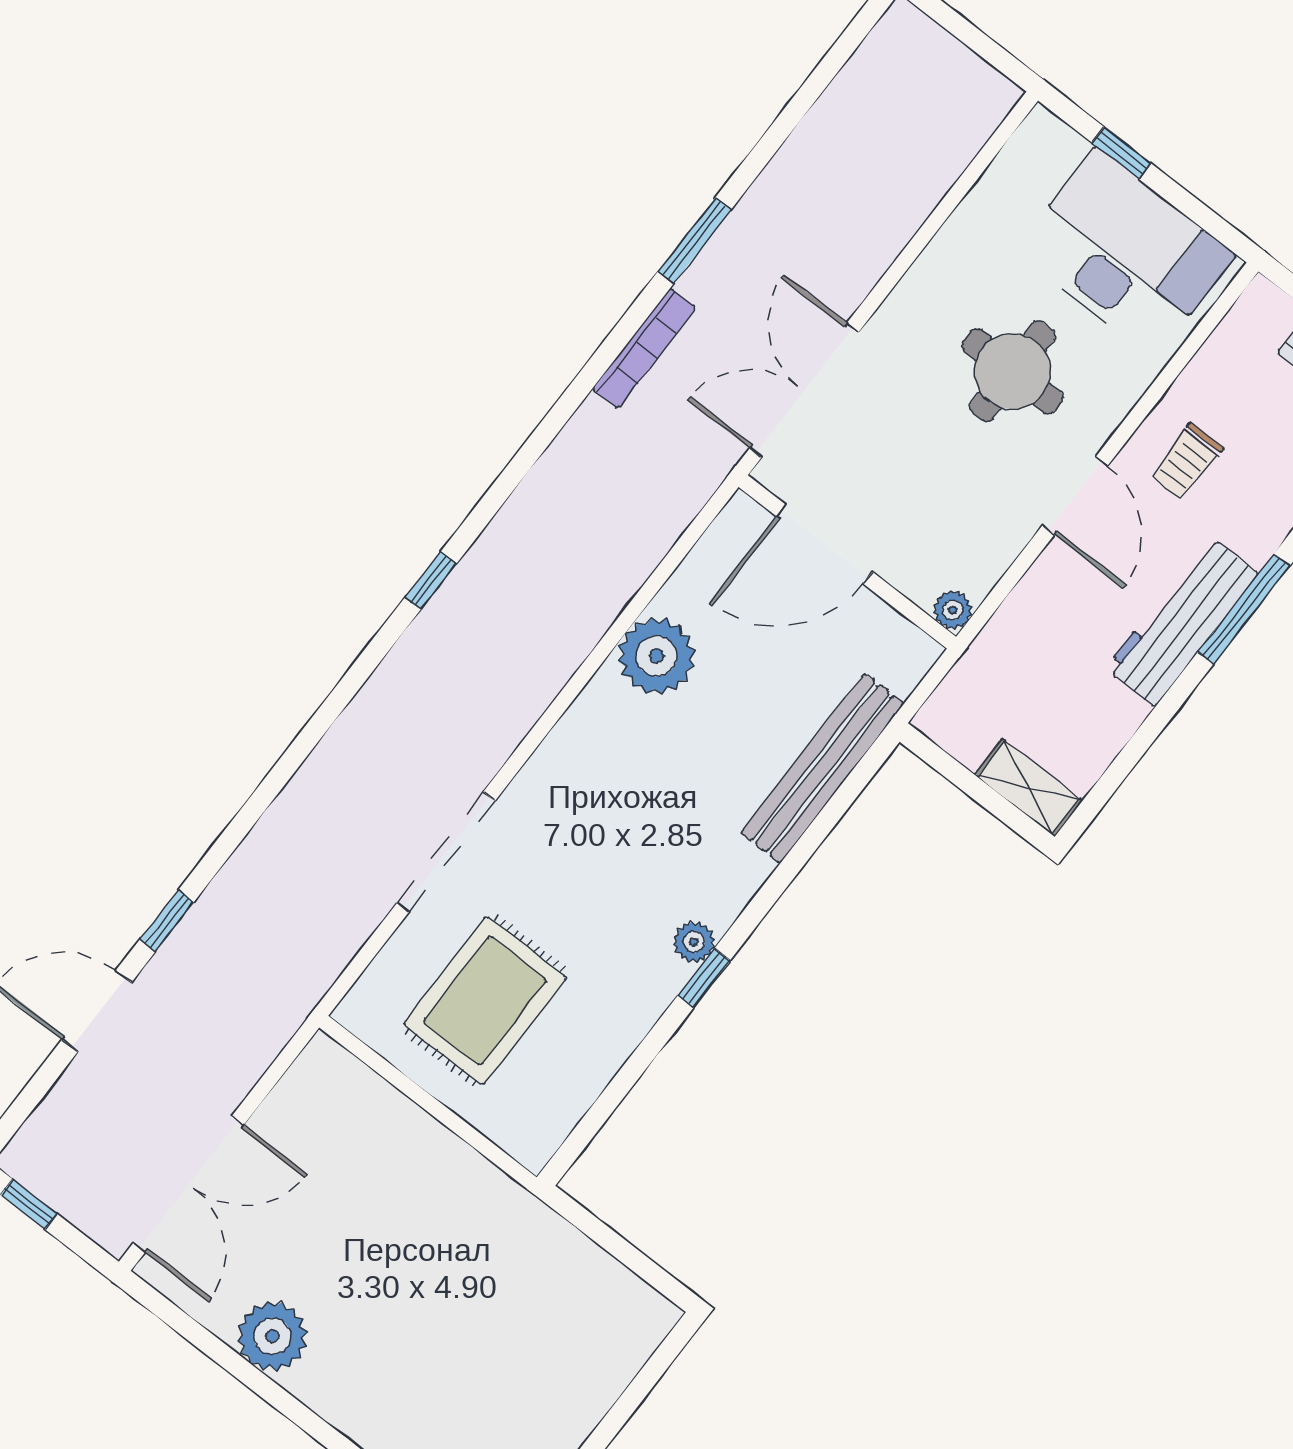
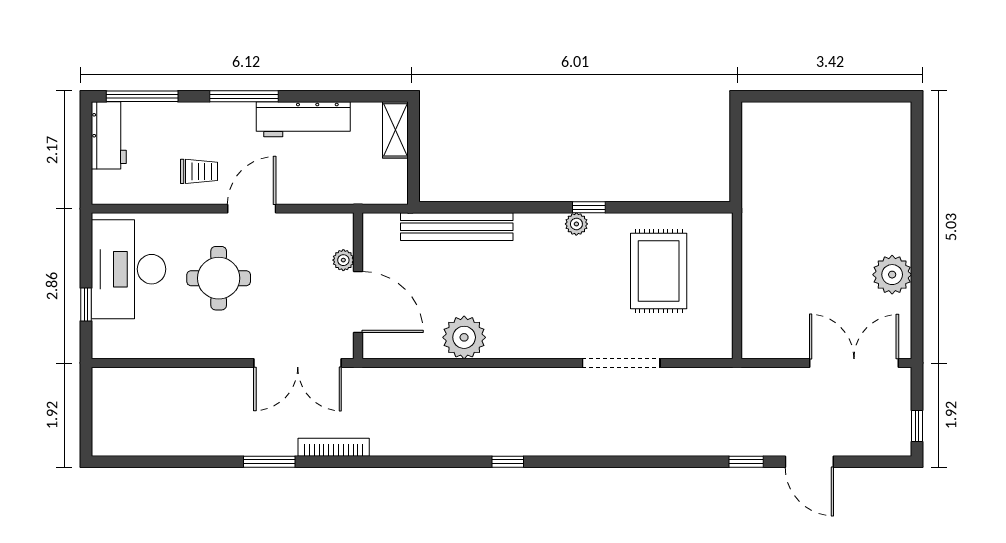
plant: (953, 610) -> (343, 260), moved
workbench: (1182, 621) -> (303, 119), moved
rug: (485, 1001) -> (659, 271), moved, turned 90

